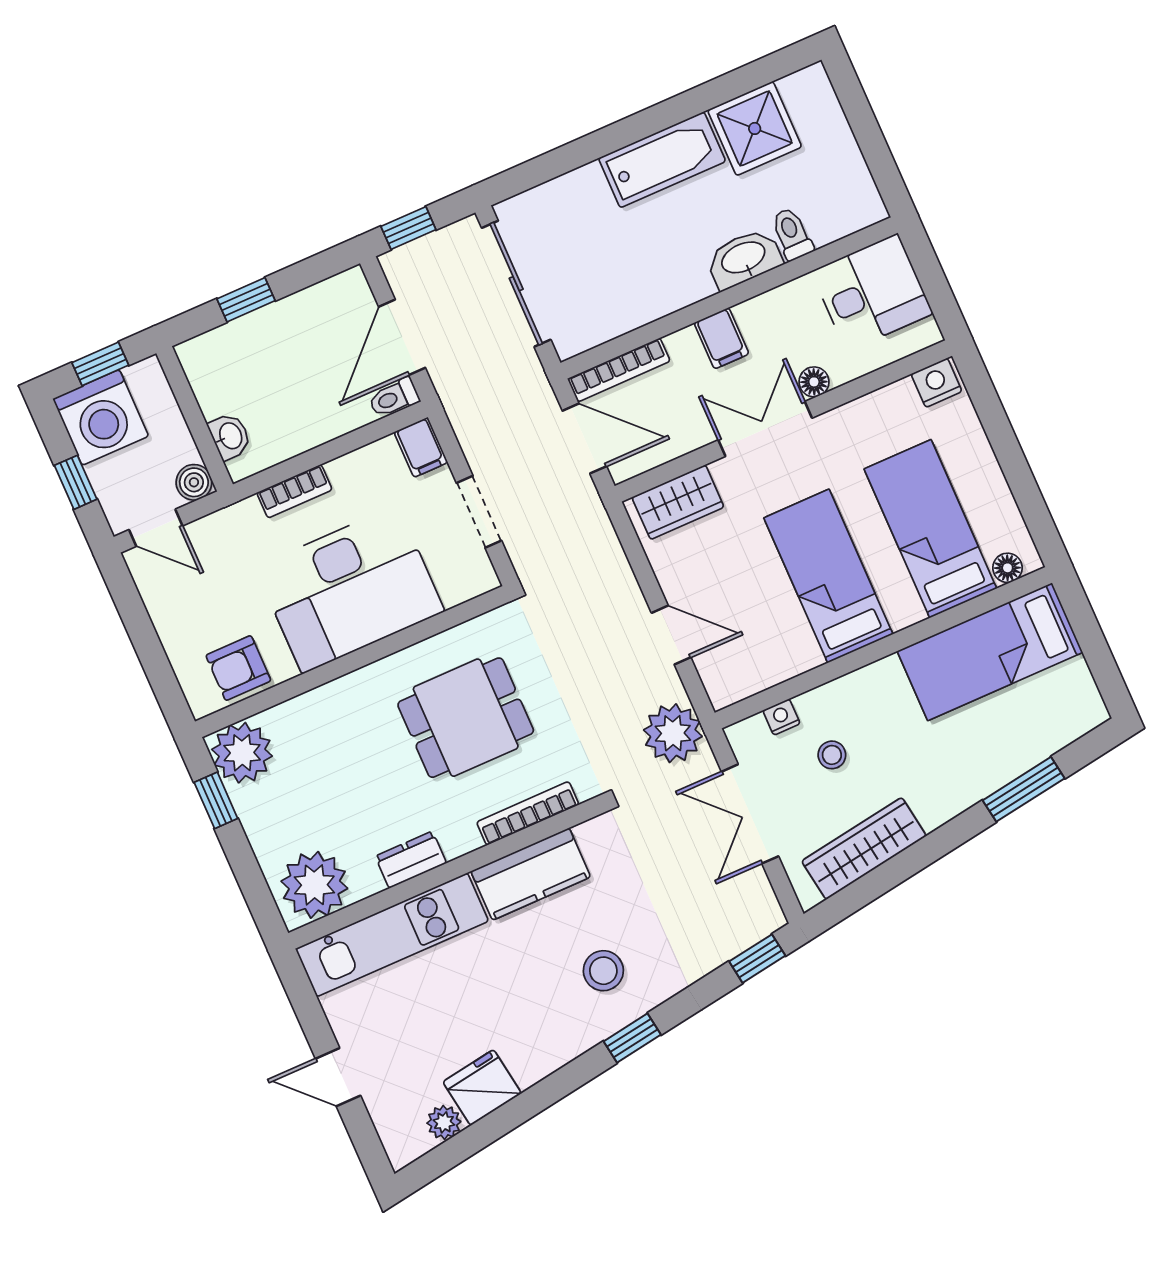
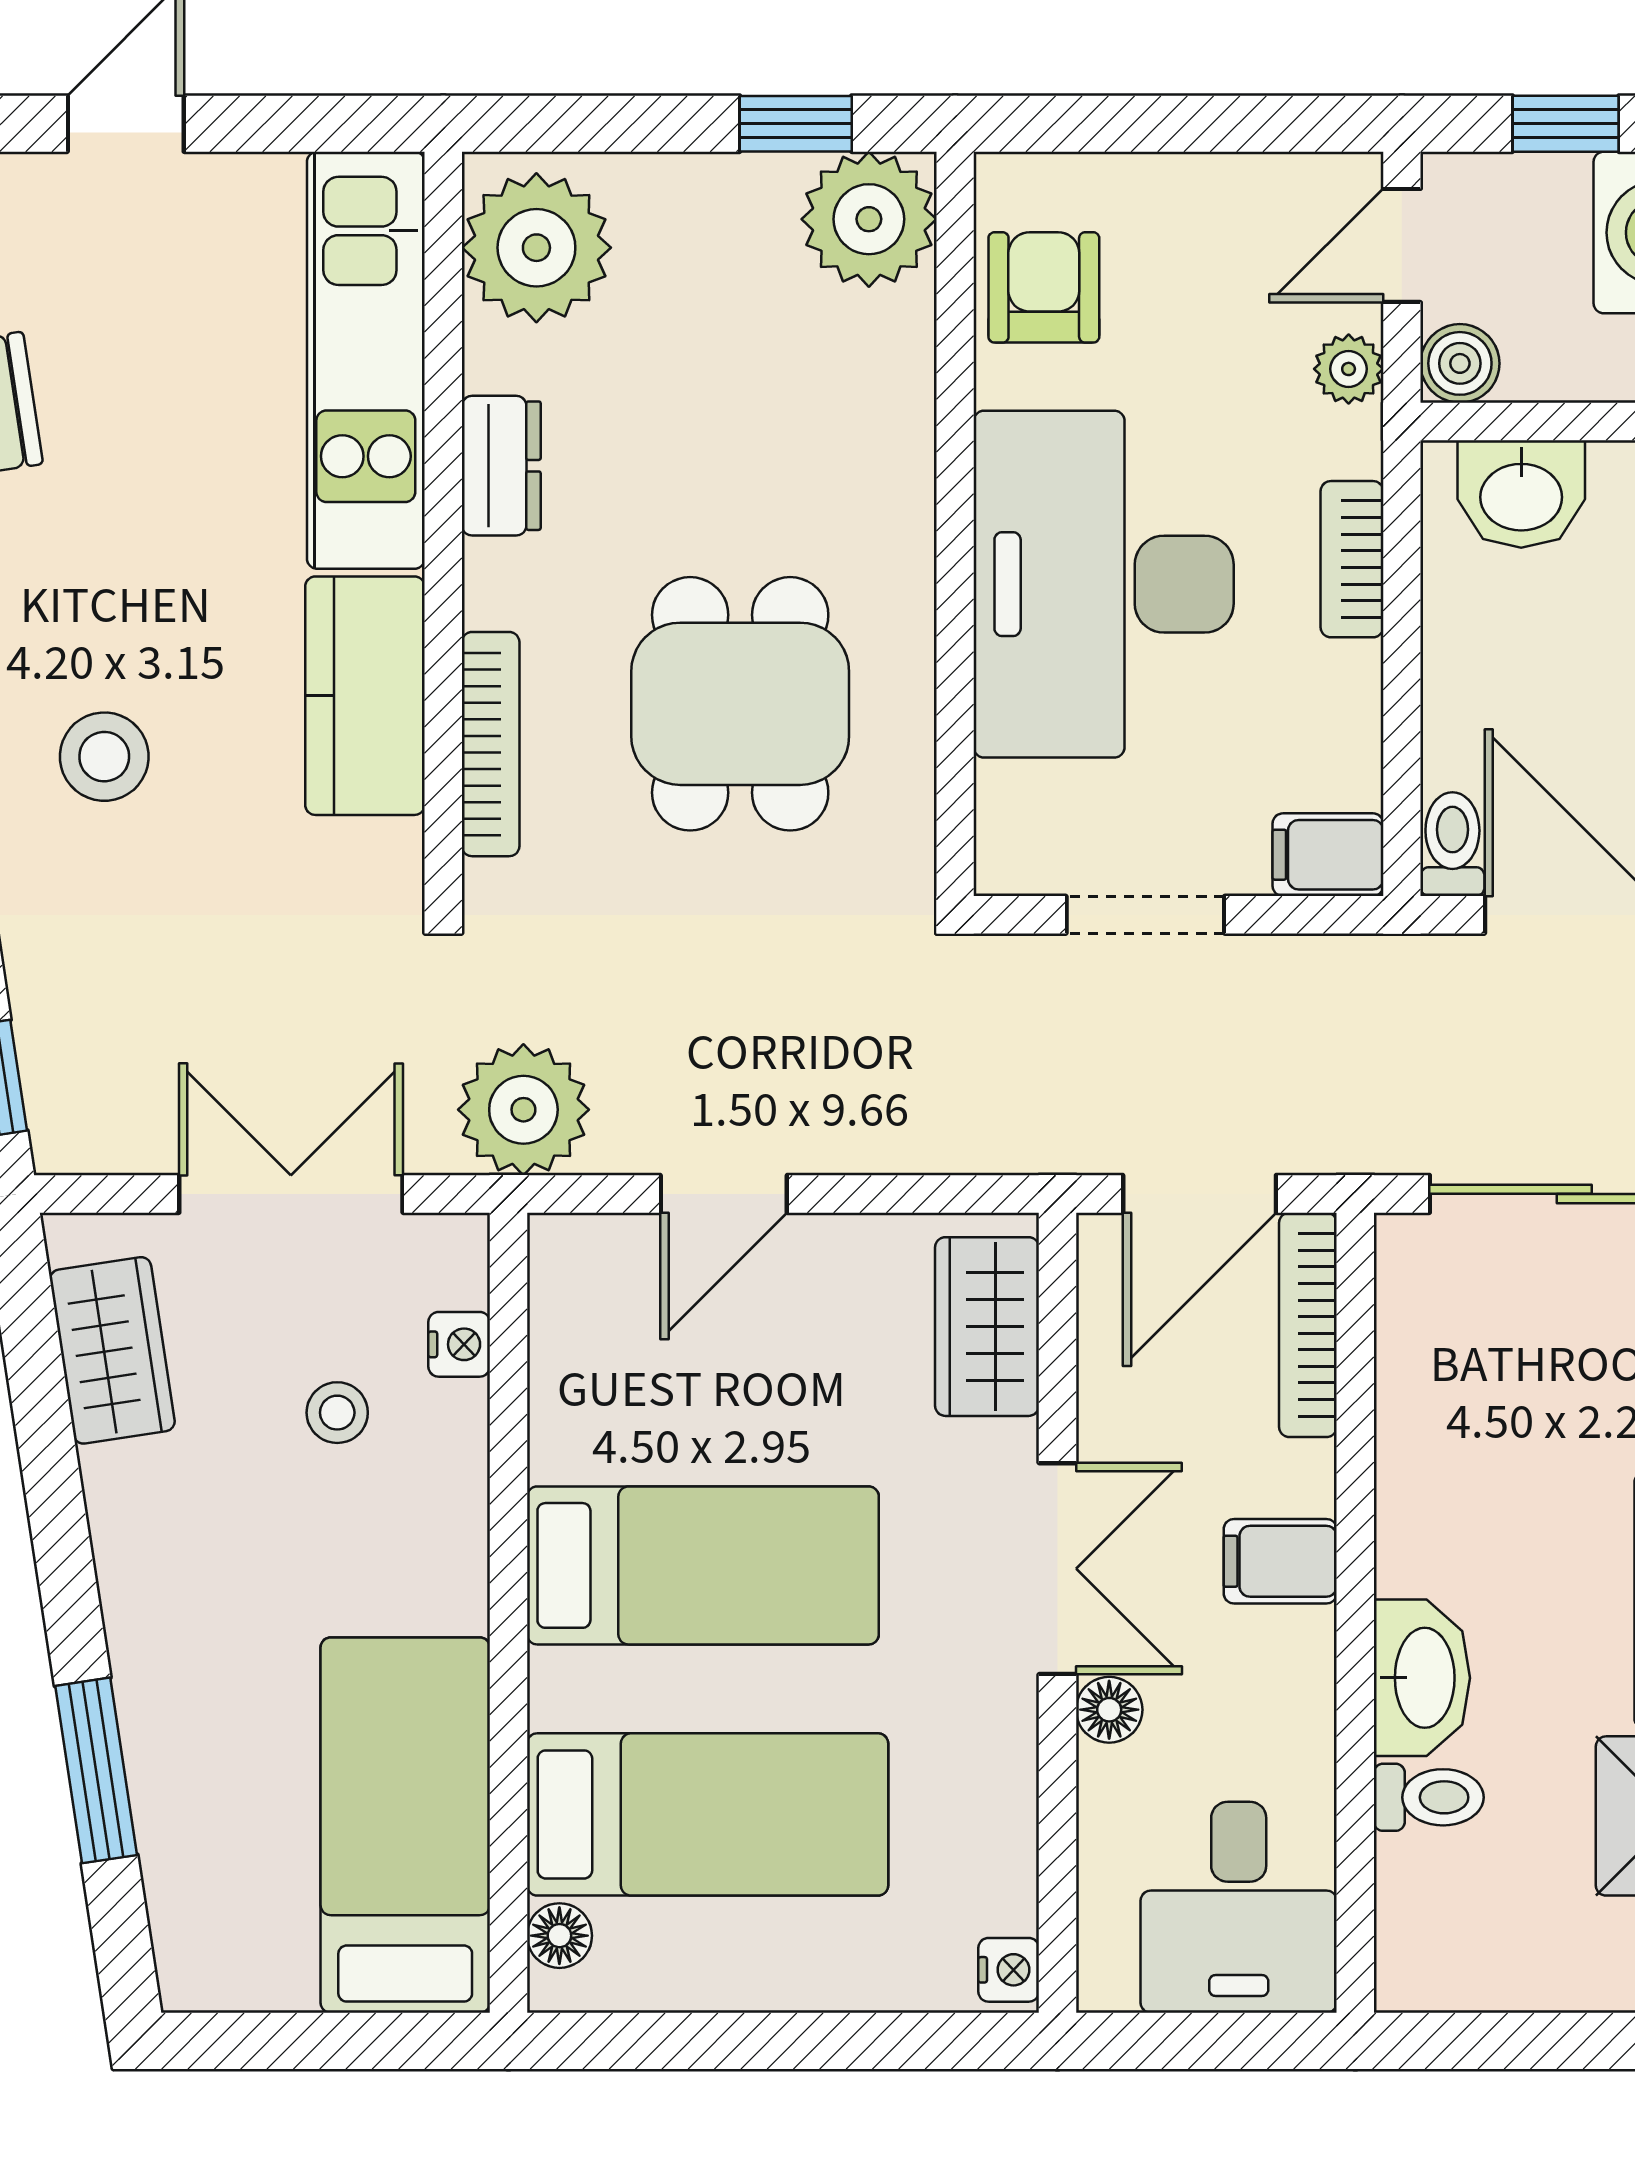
nightstand: (937, 383) -> (1009, 1970), width x0.72, depth x0.74
washbasin: (230, 436) -> (1521, 494), width x1.38, depth x1.45
plant: (217, 527) -> (1349, 369), added
wardrobe: (864, 849) -> (112, 1350), width x0.67

